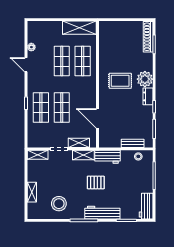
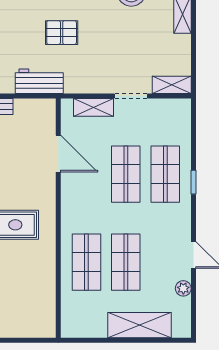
shelving: (79, 28) -> (140, 325), moved
shelving: (83, 155) -> (85, 84), removed

